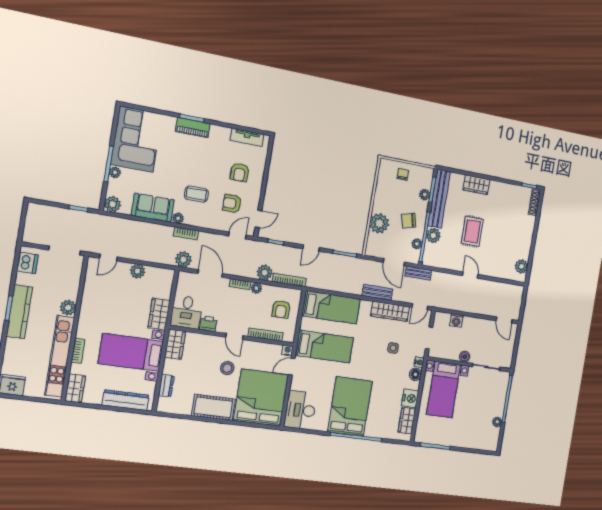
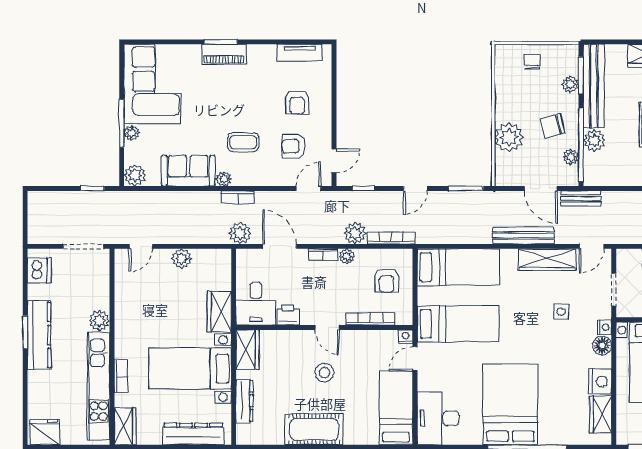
bench: (377, 292) -> (523, 236), width x1.36
dresser: (166, 386) -> (244, 401), width x1.44
bed: (261, 398) -> (396, 408), width x0.49

